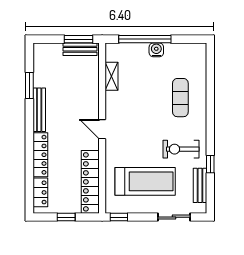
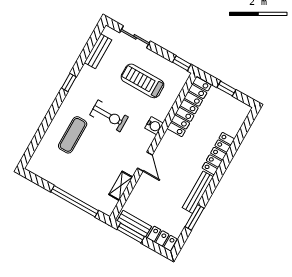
water cooler: (156, 50) -> (154, 126), moved, turned -90
door: (102, 129) -> (145, 162), moved
exercise bike: (181, 149) -> (109, 116), moved
window: (210, 164) -> (69, 83), moved
treadmill: (145, 181) -> (142, 81), width x0.73, depth x0.73
locker: (40, 192) -> (162, 239), moved, turned 90

